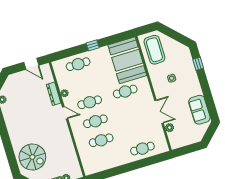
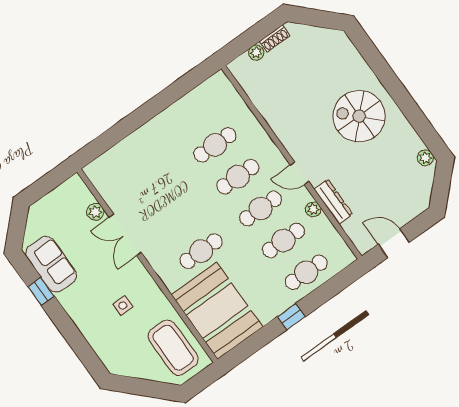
window: (198, 64) -> (41, 291), moved
cafe table: (142, 149) -> (283, 240), moved
spiral stairs: (32, 157) -> (359, 116), moved

